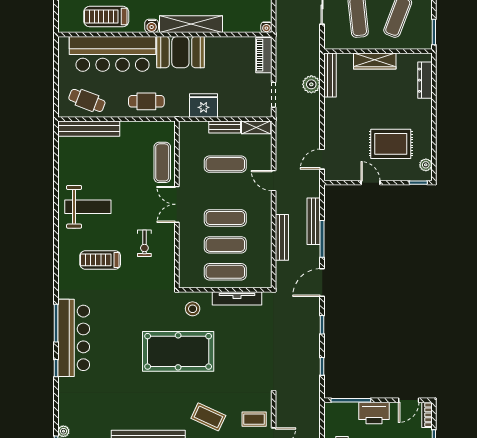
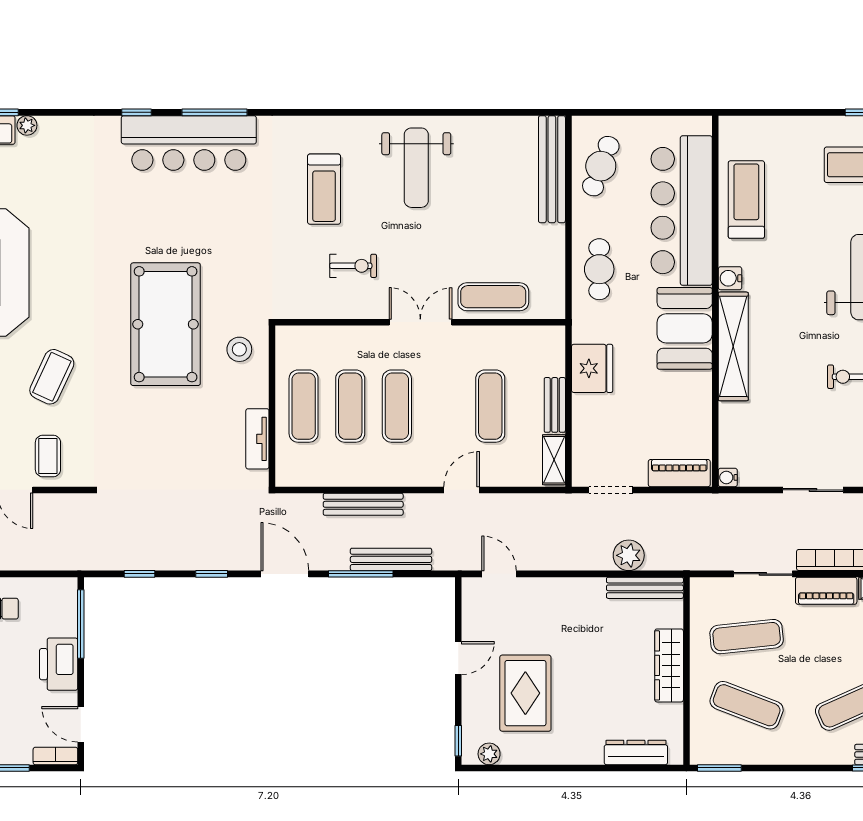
exercise bike: (144, 243) -> (353, 266), turned 180
treadmill: (100, 260) -> (324, 189), turned 180
tv unit: (237, 298) -> (257, 439), width x0.71

